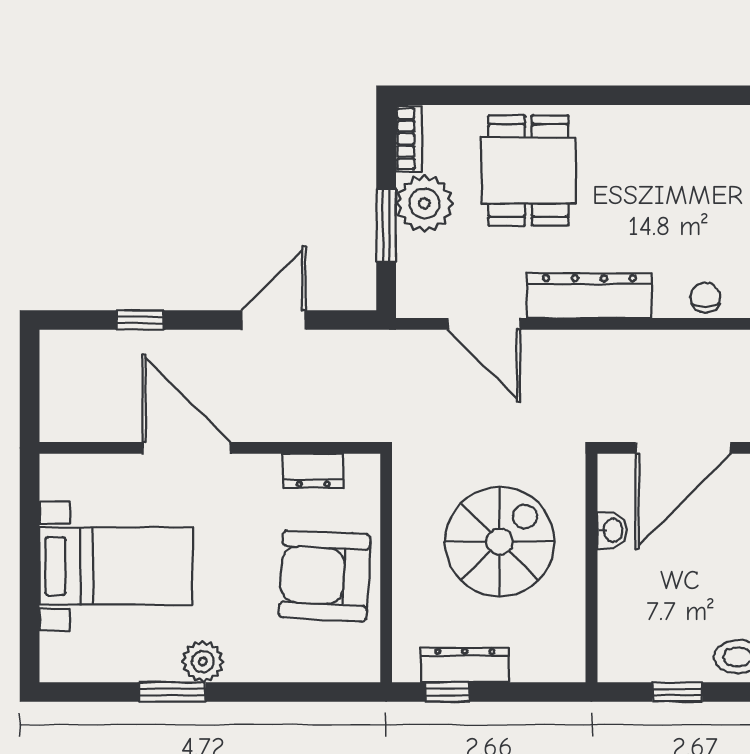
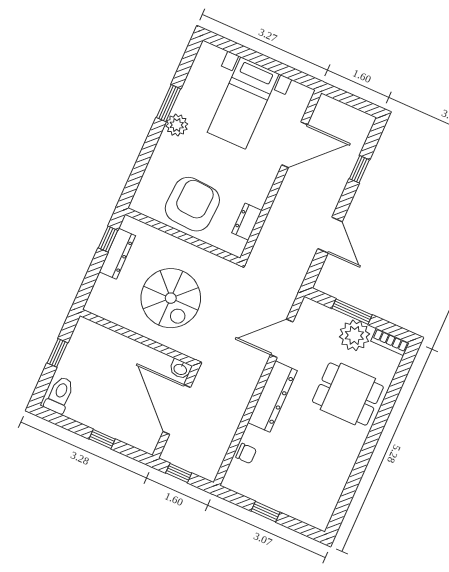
door: (186, 448) -> (295, 145), moved
washbasin: (612, 530) -> (180, 369), moved

